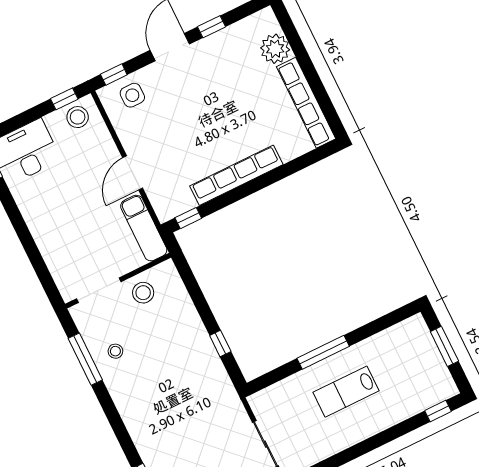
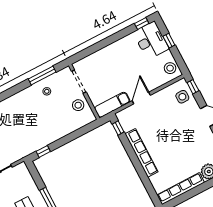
window: (64, 99) -> (169, 41), moved
door: (133, 173) -> (141, 98), hinge flipped
window: (220, 343) -> (43, 151), moved

